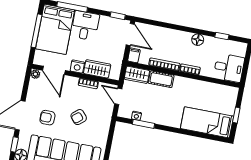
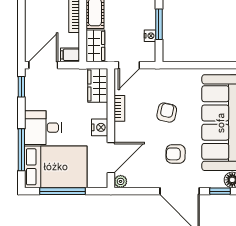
wardrobe: (97, 69) -> (98, 85), moved
armchair: (79, 117) -> (167, 113), turned -128
armchair: (47, 118) -> (176, 154), turned 91

